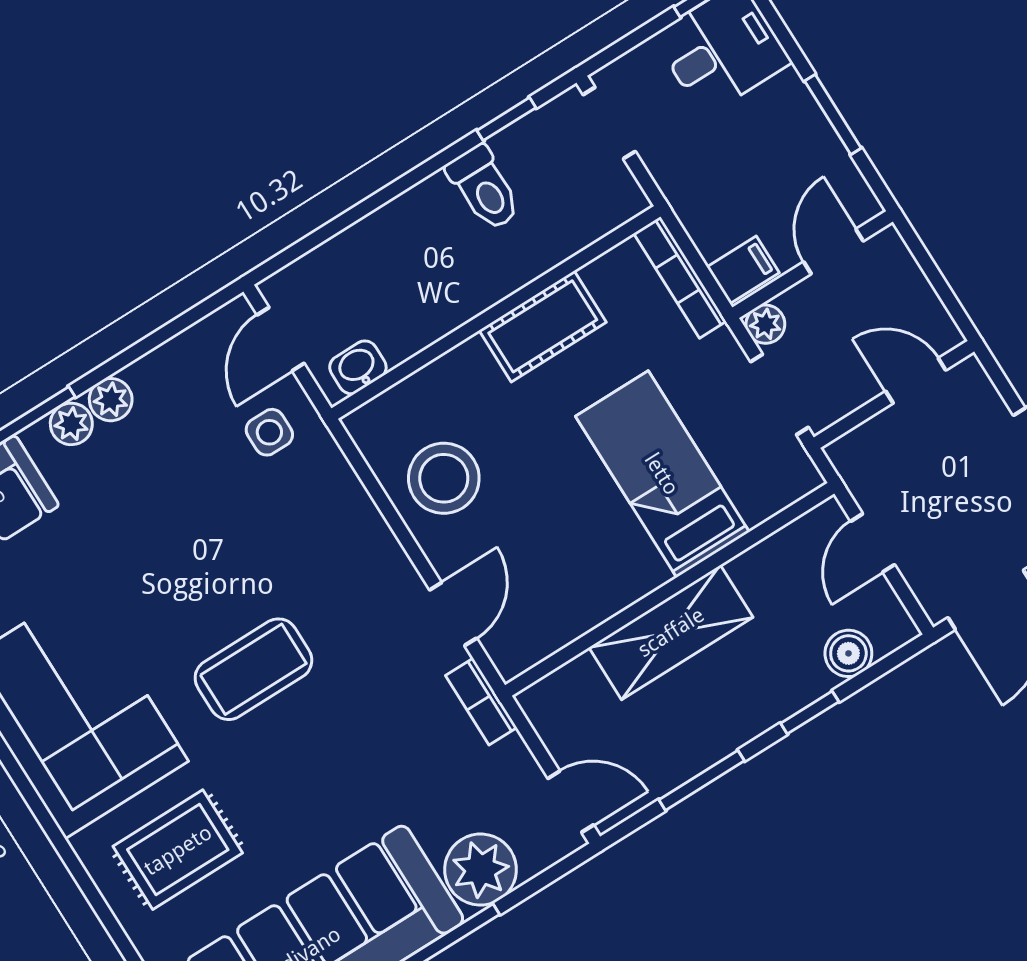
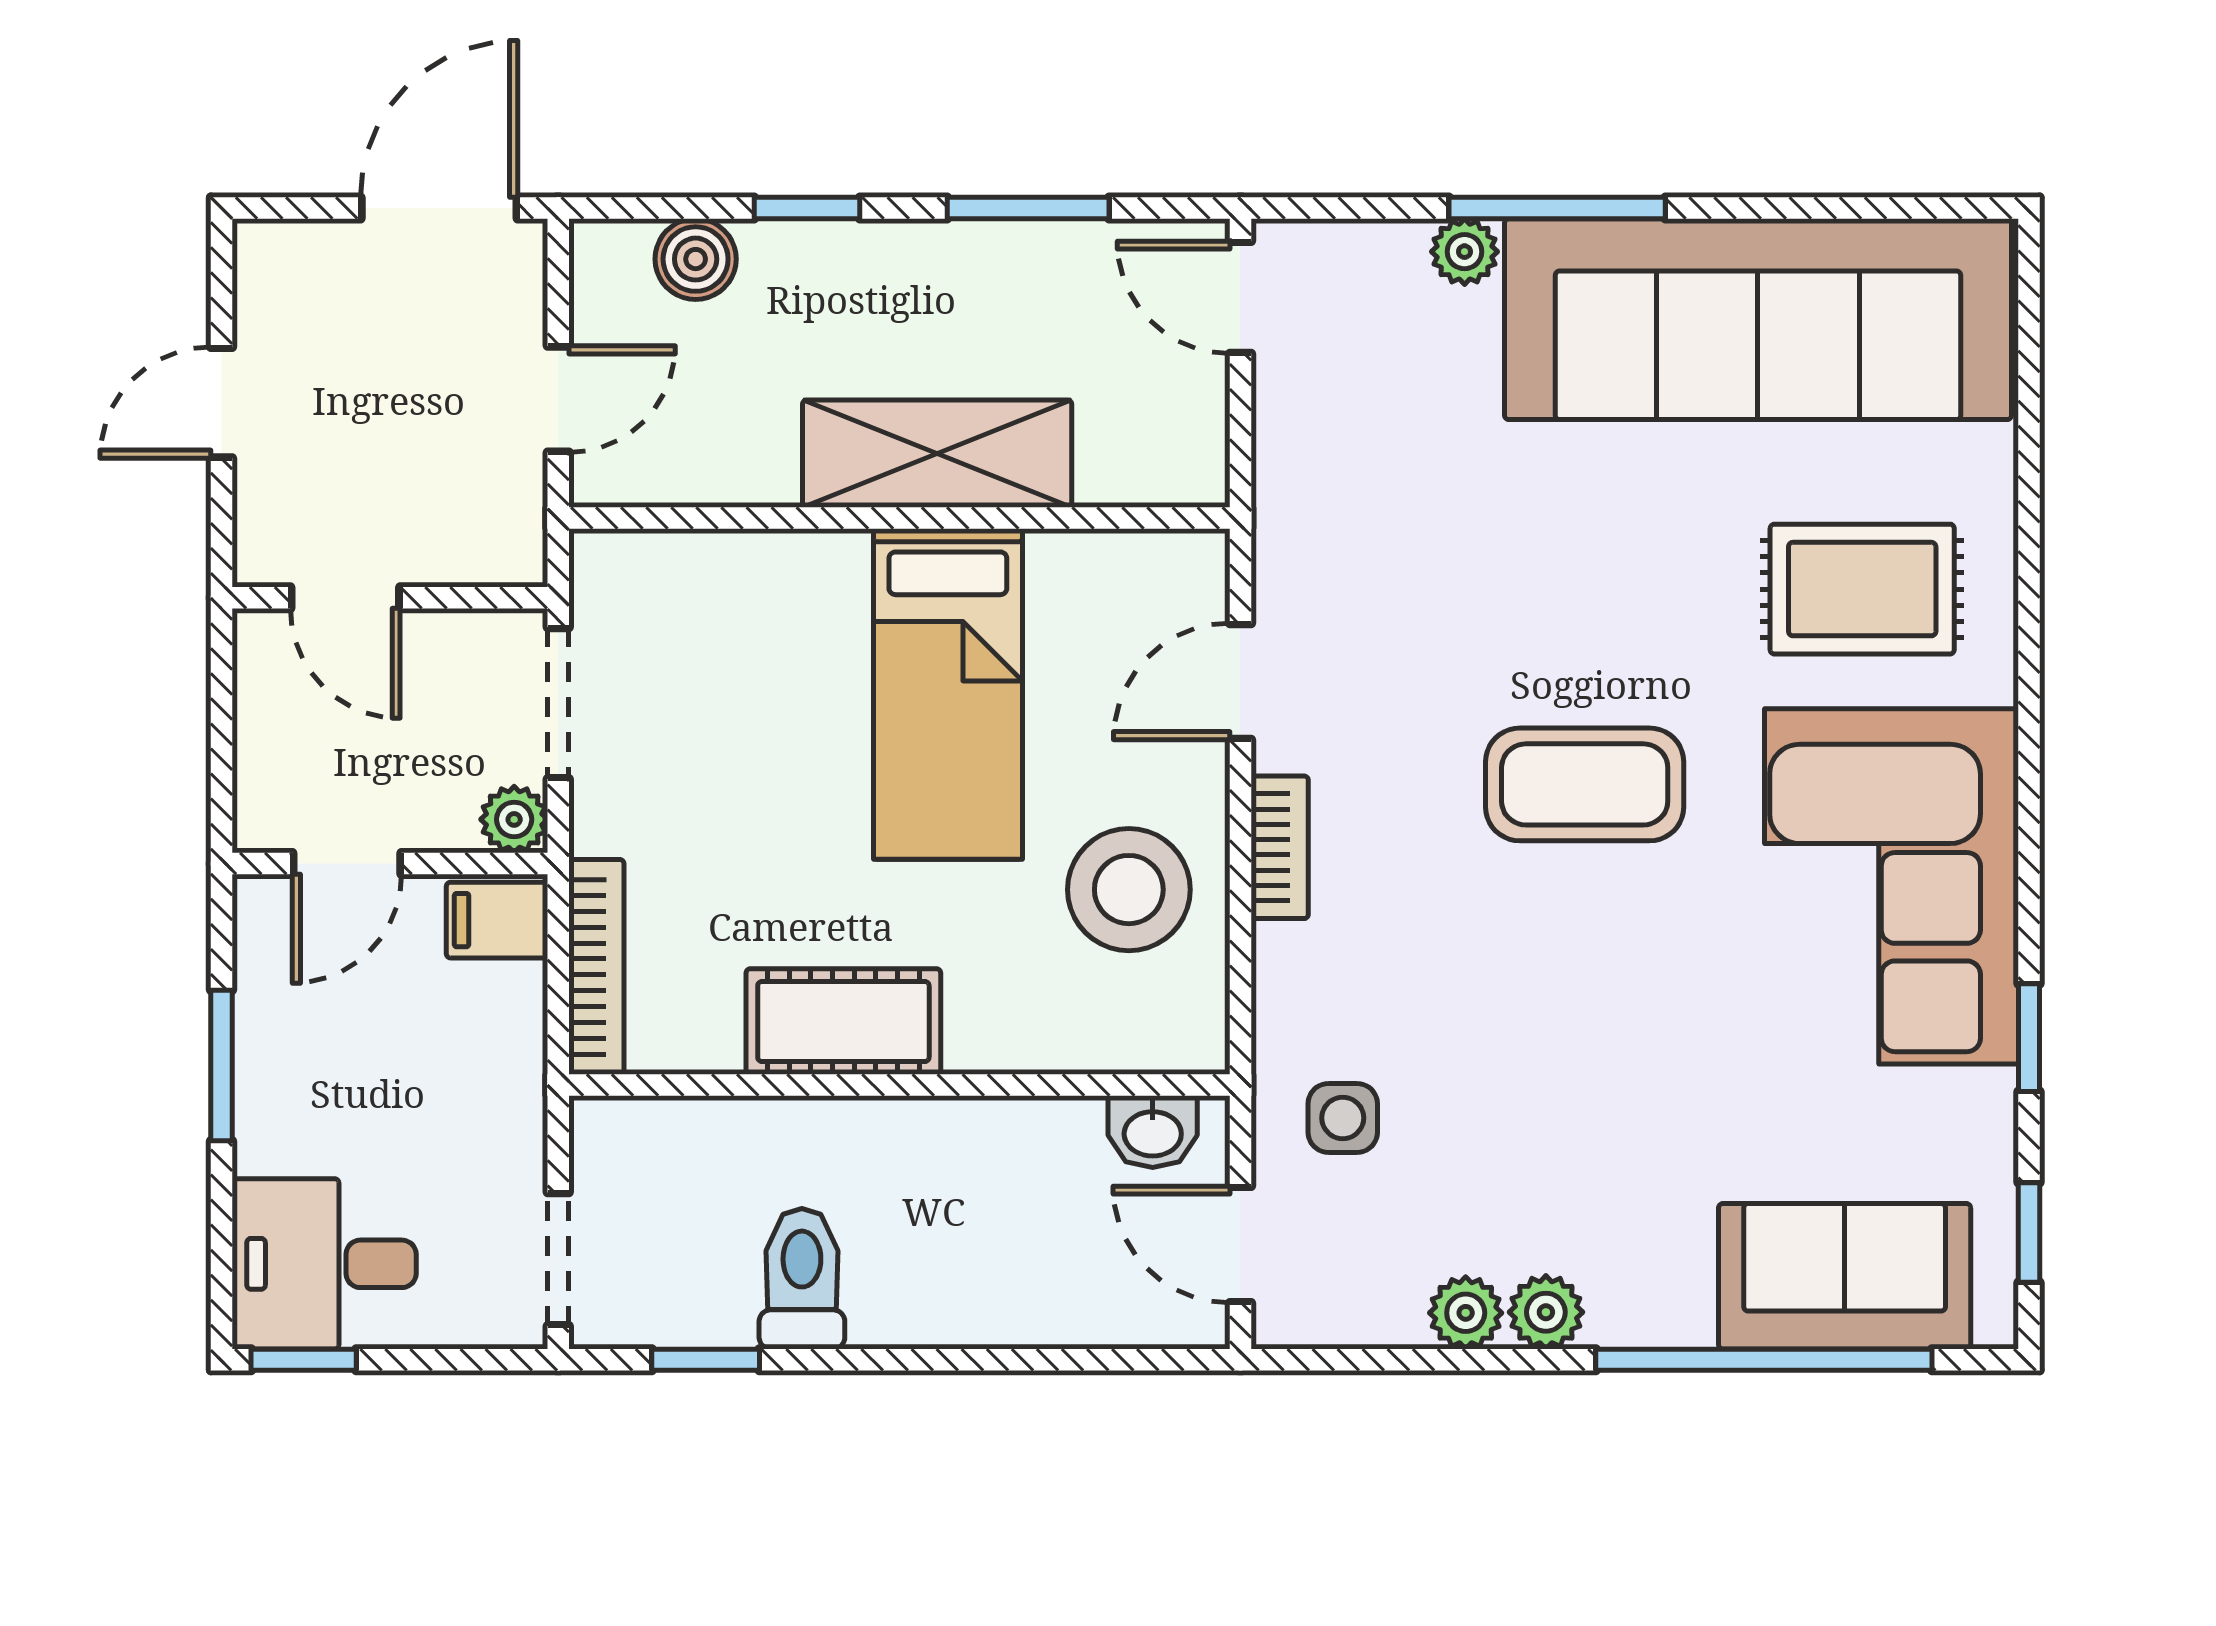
door: (281, 339) -> (1240, 1244), swing flipped
plant: (71, 424) -> (1466, 1313), moved
bed: (662, 474) -> (948, 694), moved
bookcase: (481, 701) -> (1280, 847), moved
plant: (481, 870) -> (1465, 252), width x0.53, depth x0.53

